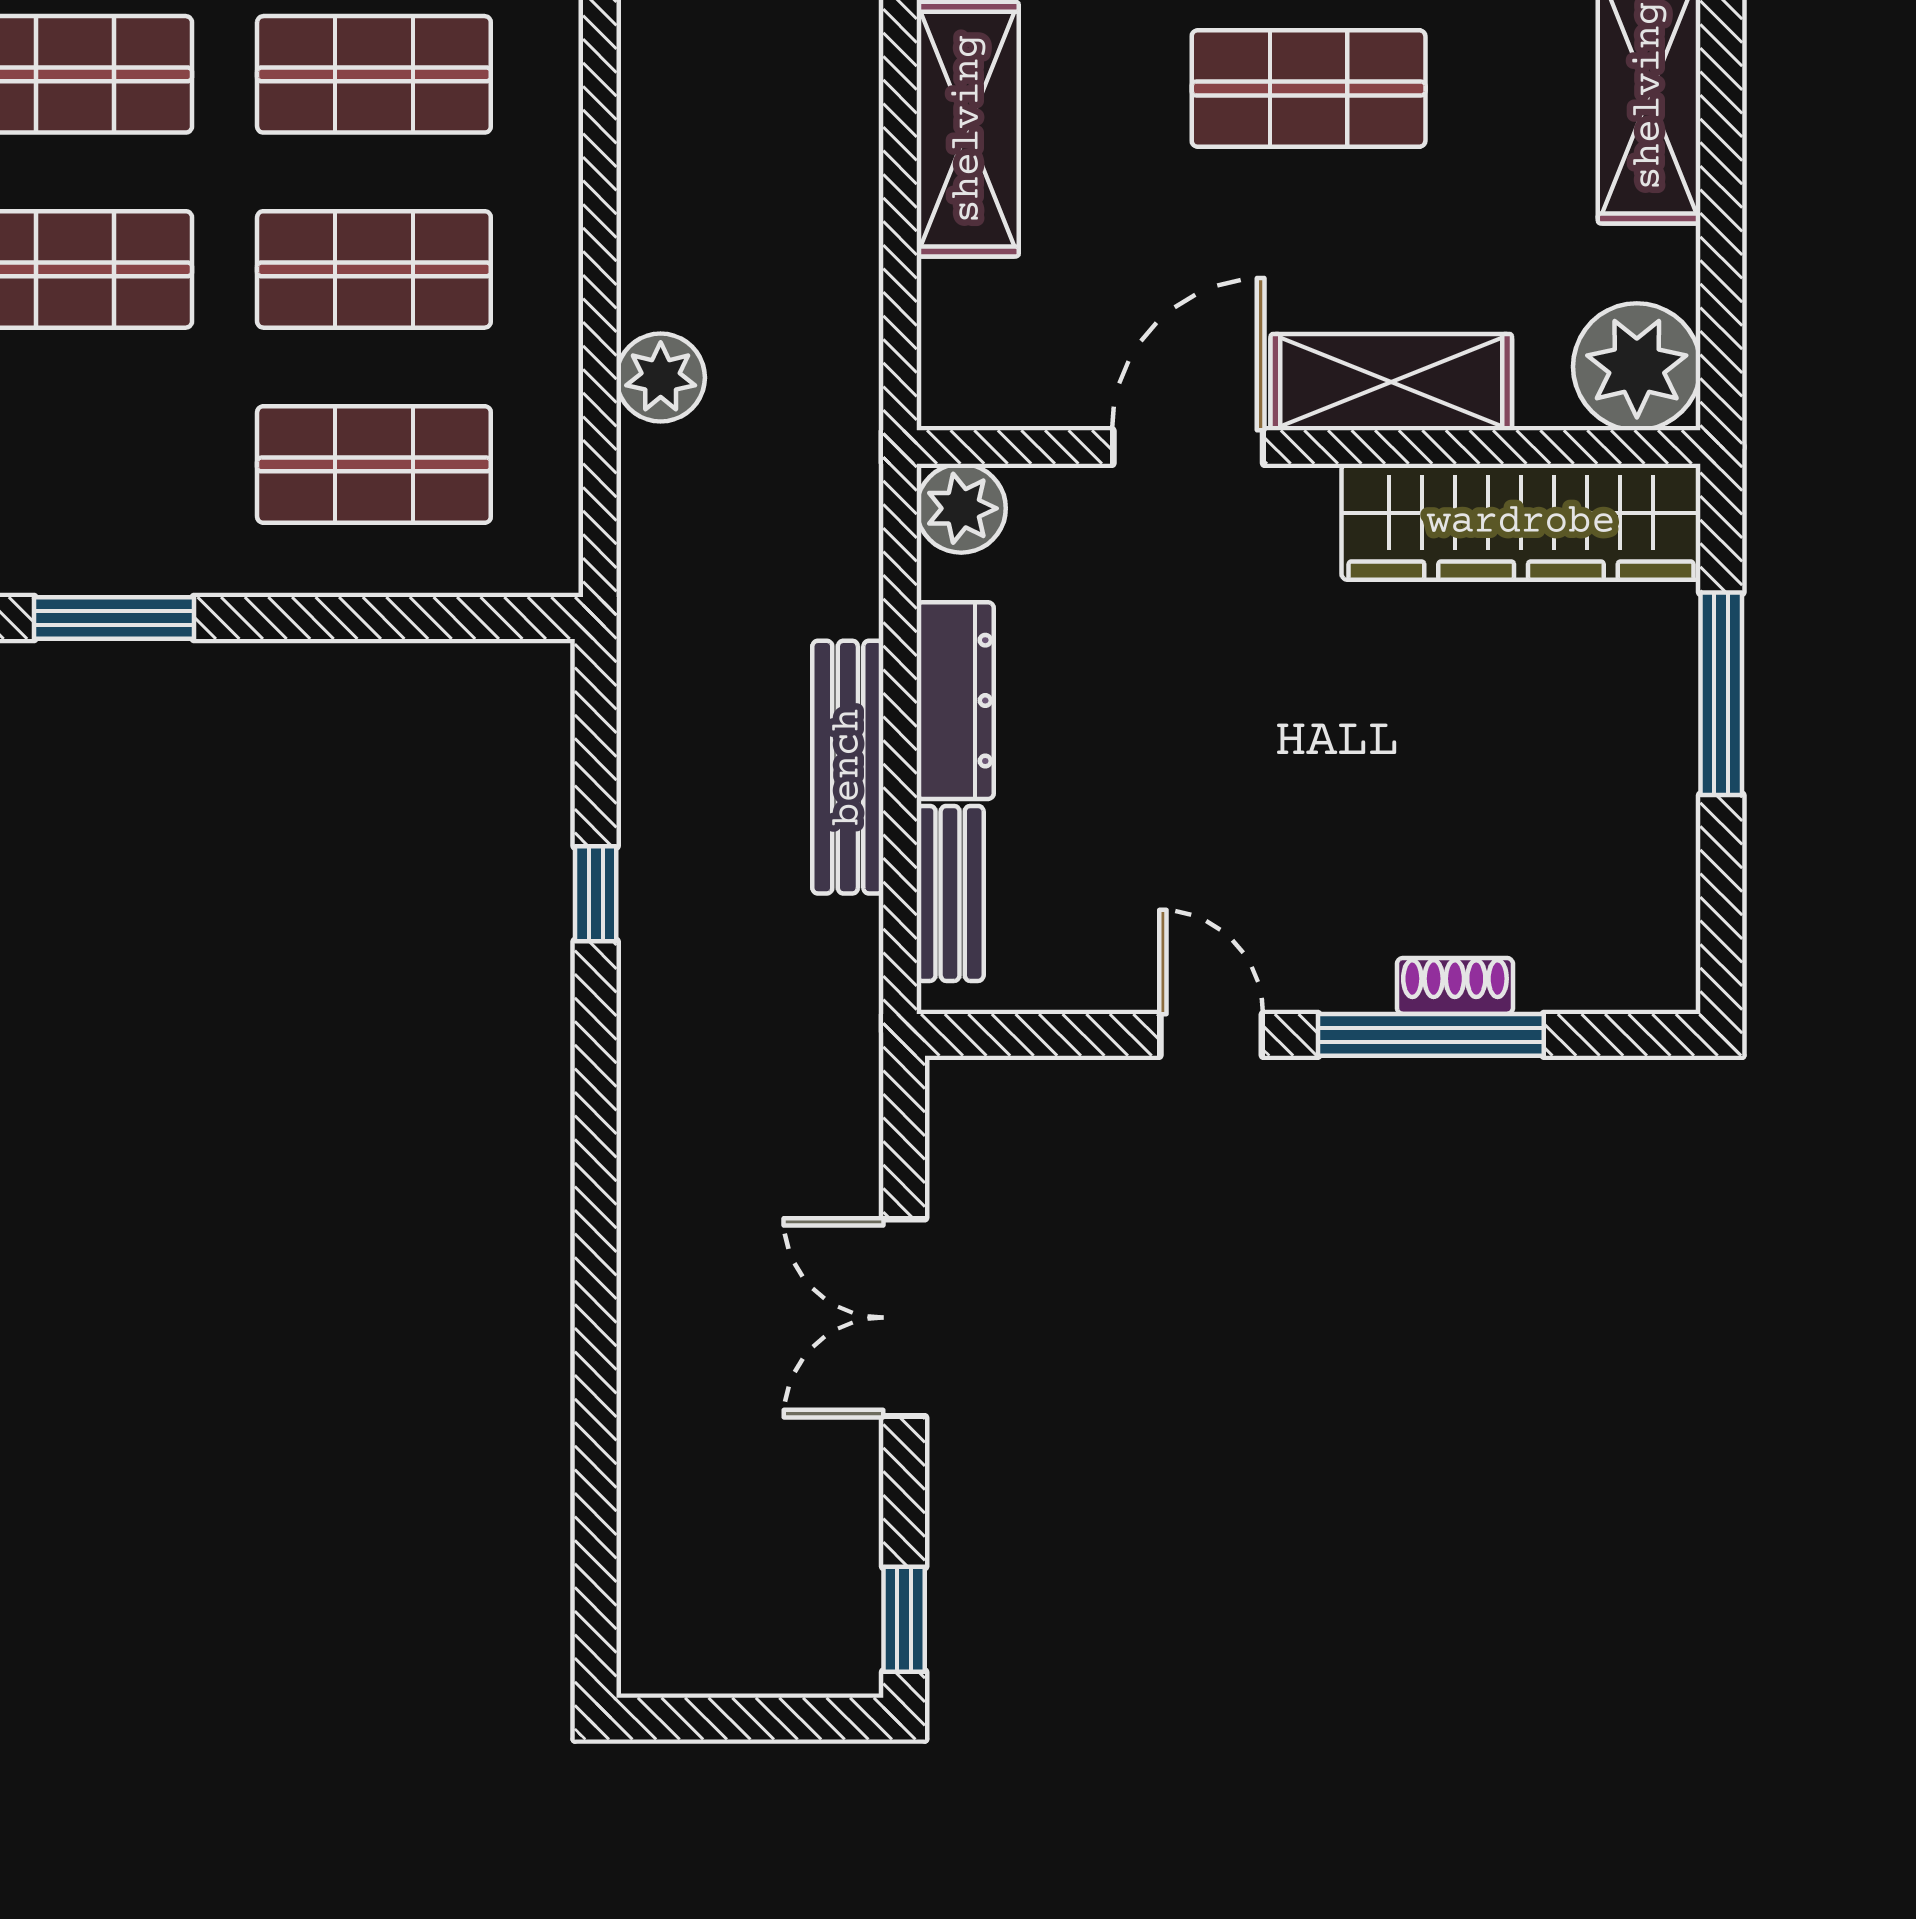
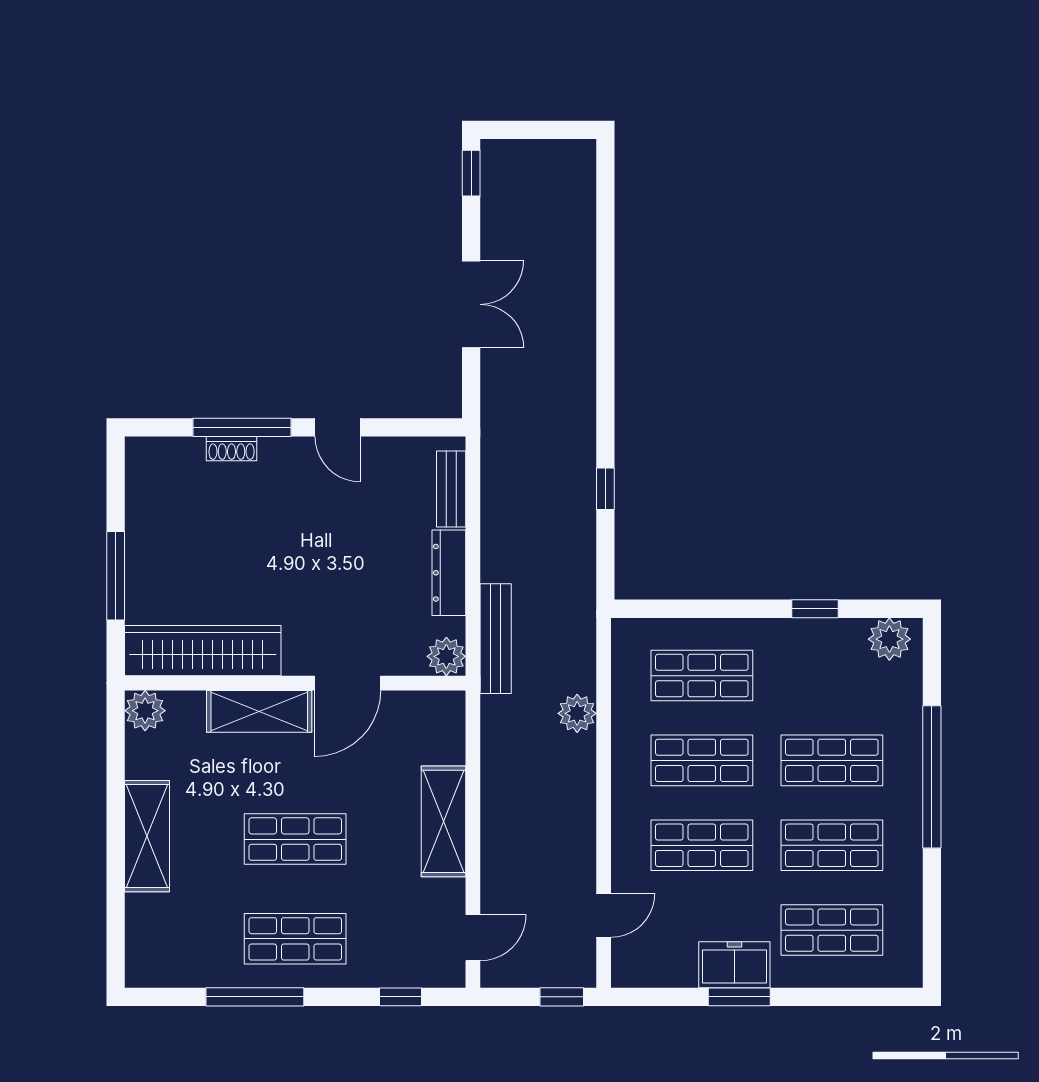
plant: (1637, 367) -> (145, 711), width x0.73, depth x0.73
window: (114, 618) -> (815, 609), width x0.67
bench: (848, 767) -> (496, 639), moved

